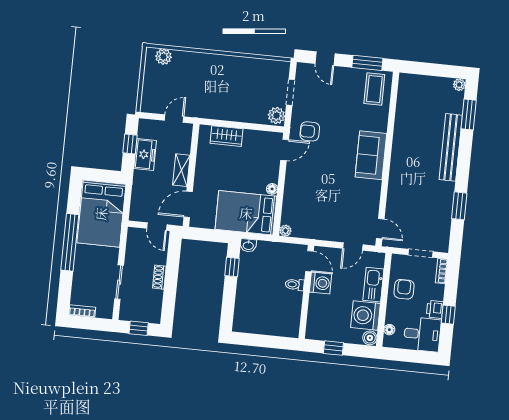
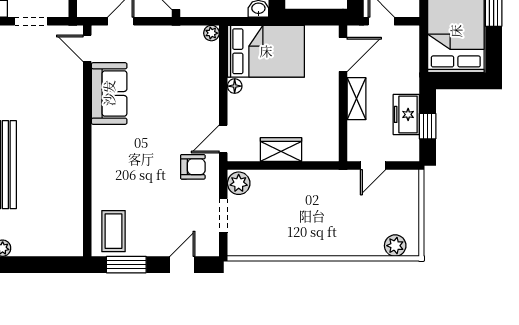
door: (325, 59) -> (182, 265), hinge flipped
wardrobe: (226, 136) -> (281, 150), moved
sofa: (371, 155) -> (109, 93), moved

